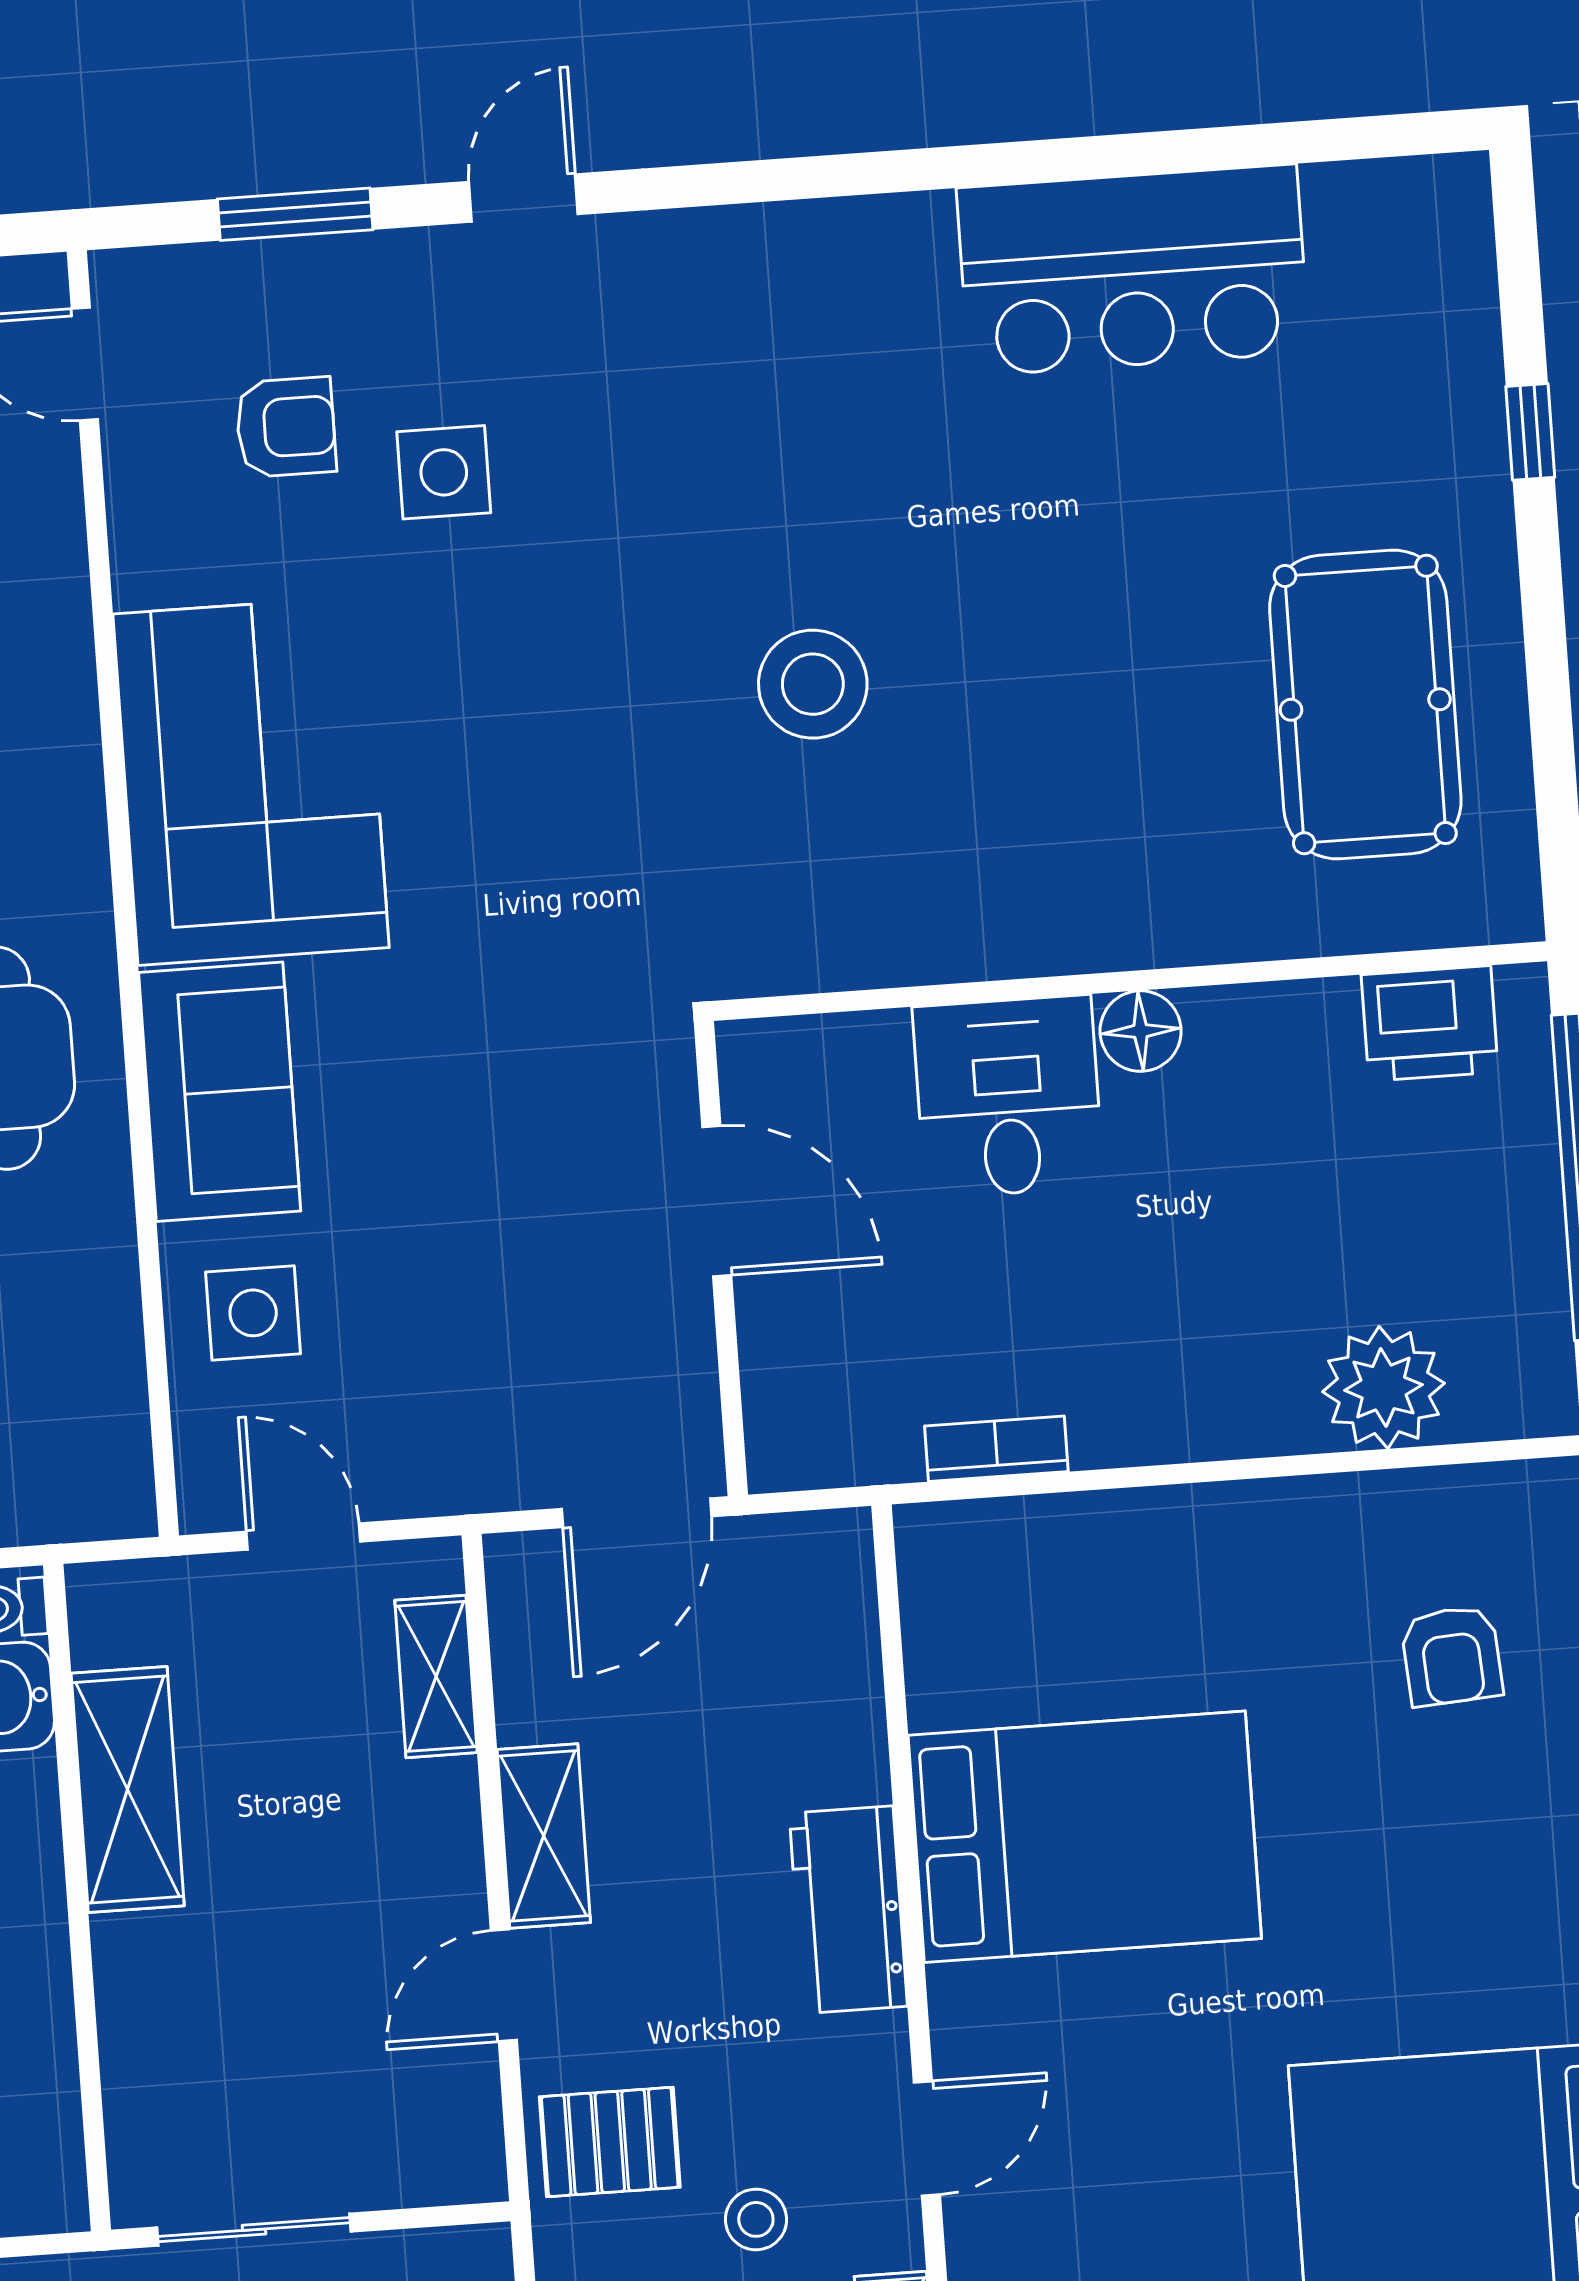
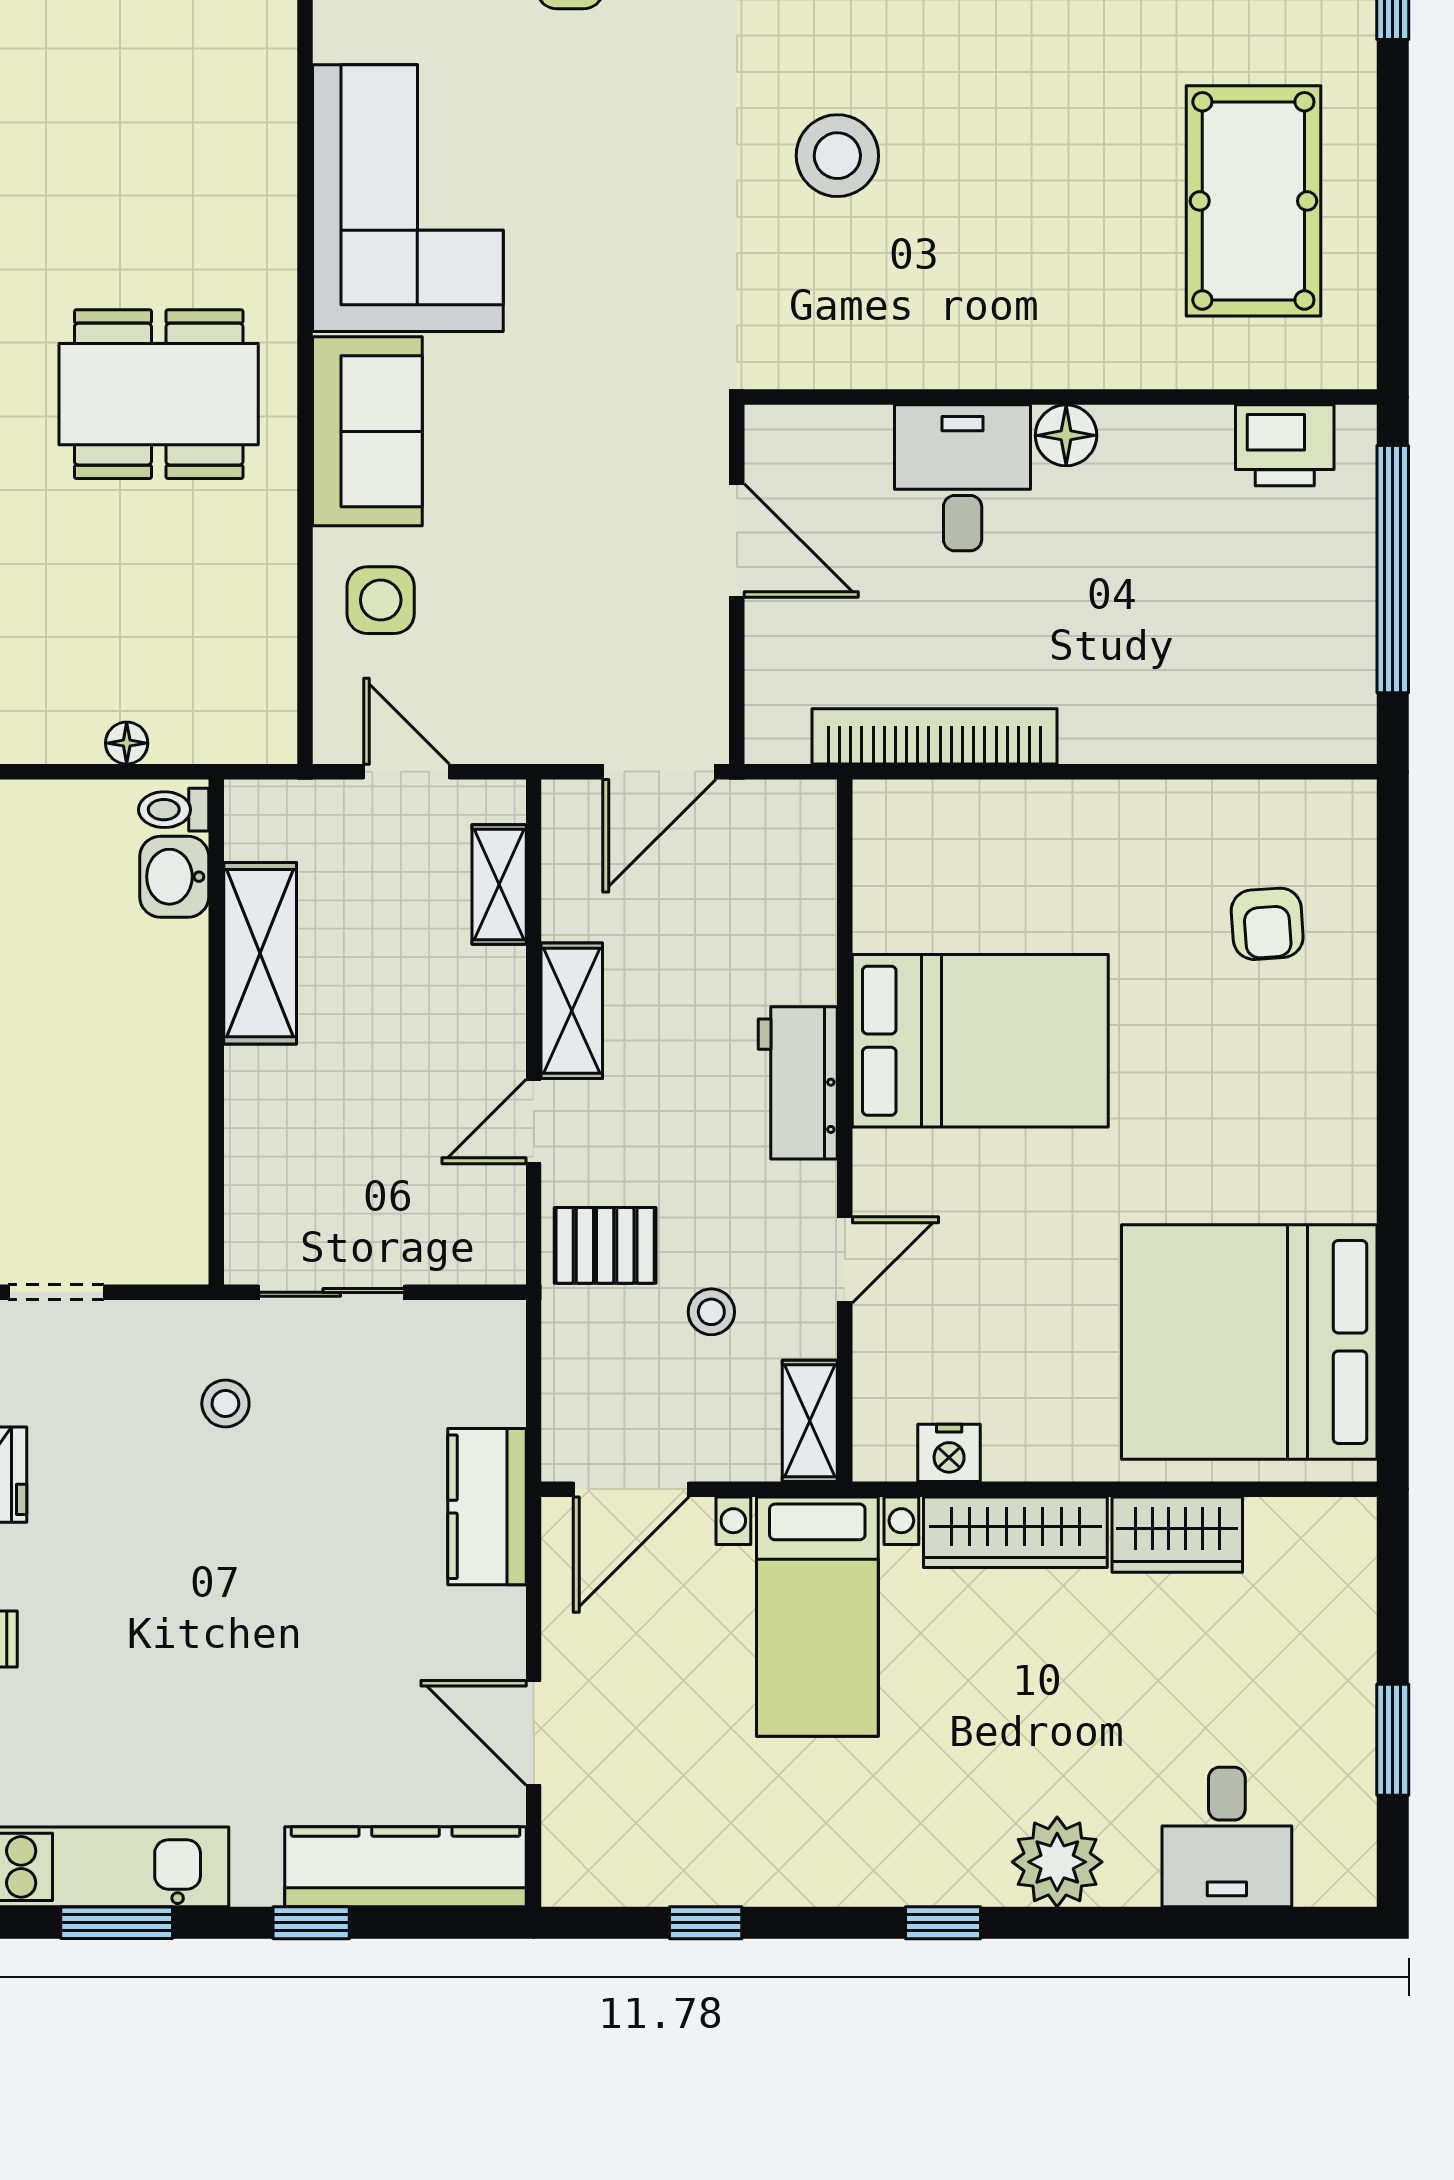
plant: (1383, 1388) -> (1230, 718), removed
bookcase: (996, 1449) -> (935, 736), width x2.31, depth x1.31

